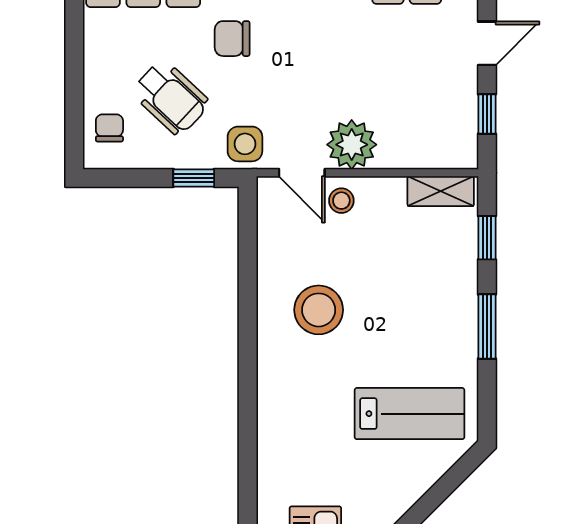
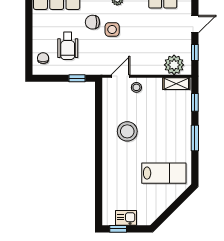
wheelchair: (171, 98) -> (68, 46), turned 47
side table: (245, 144) -> (112, 30), moved
plant: (352, 145) -> (174, 65), moved
door: (302, 173) -> (120, 76), swing flipped

